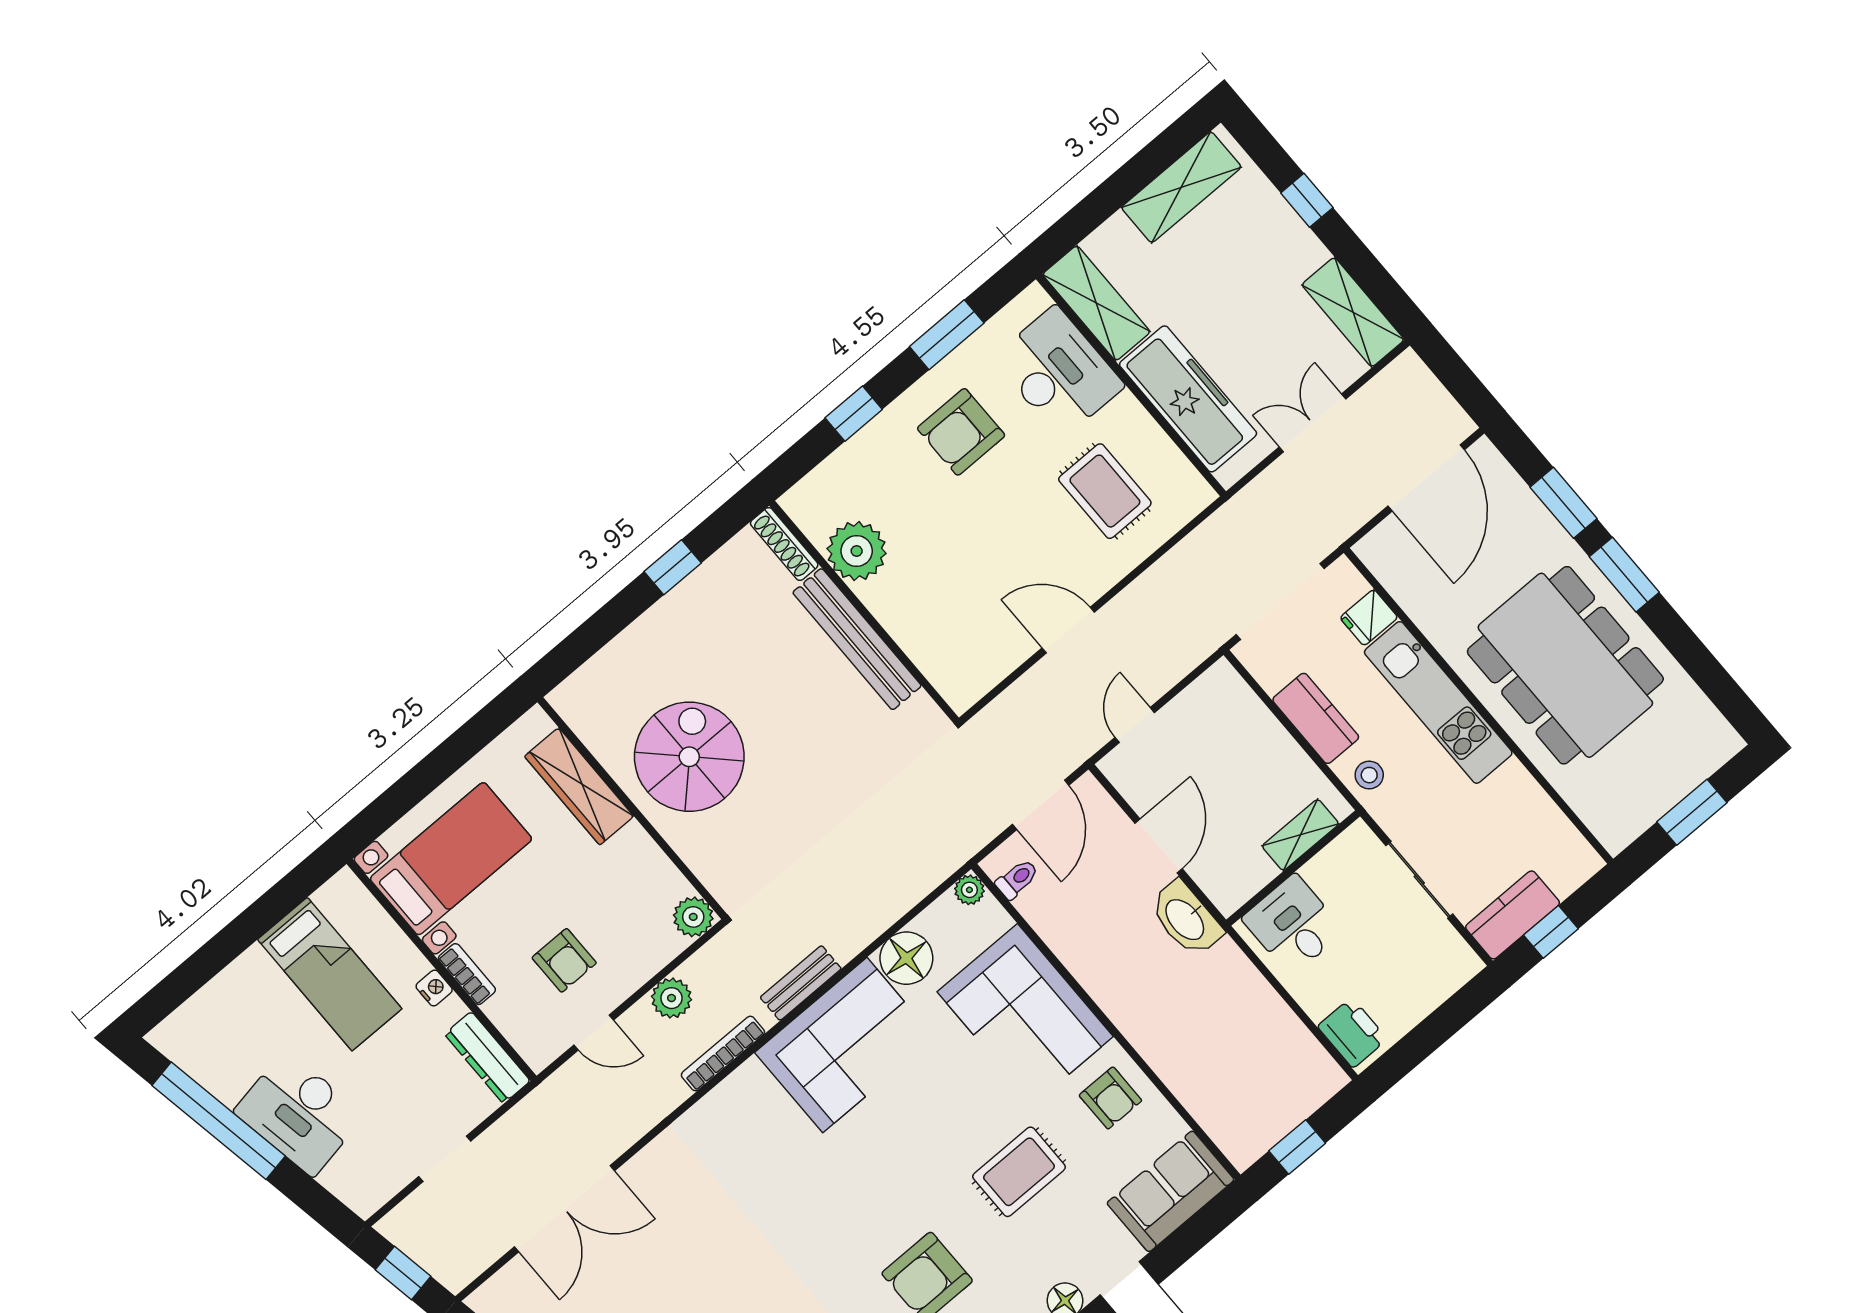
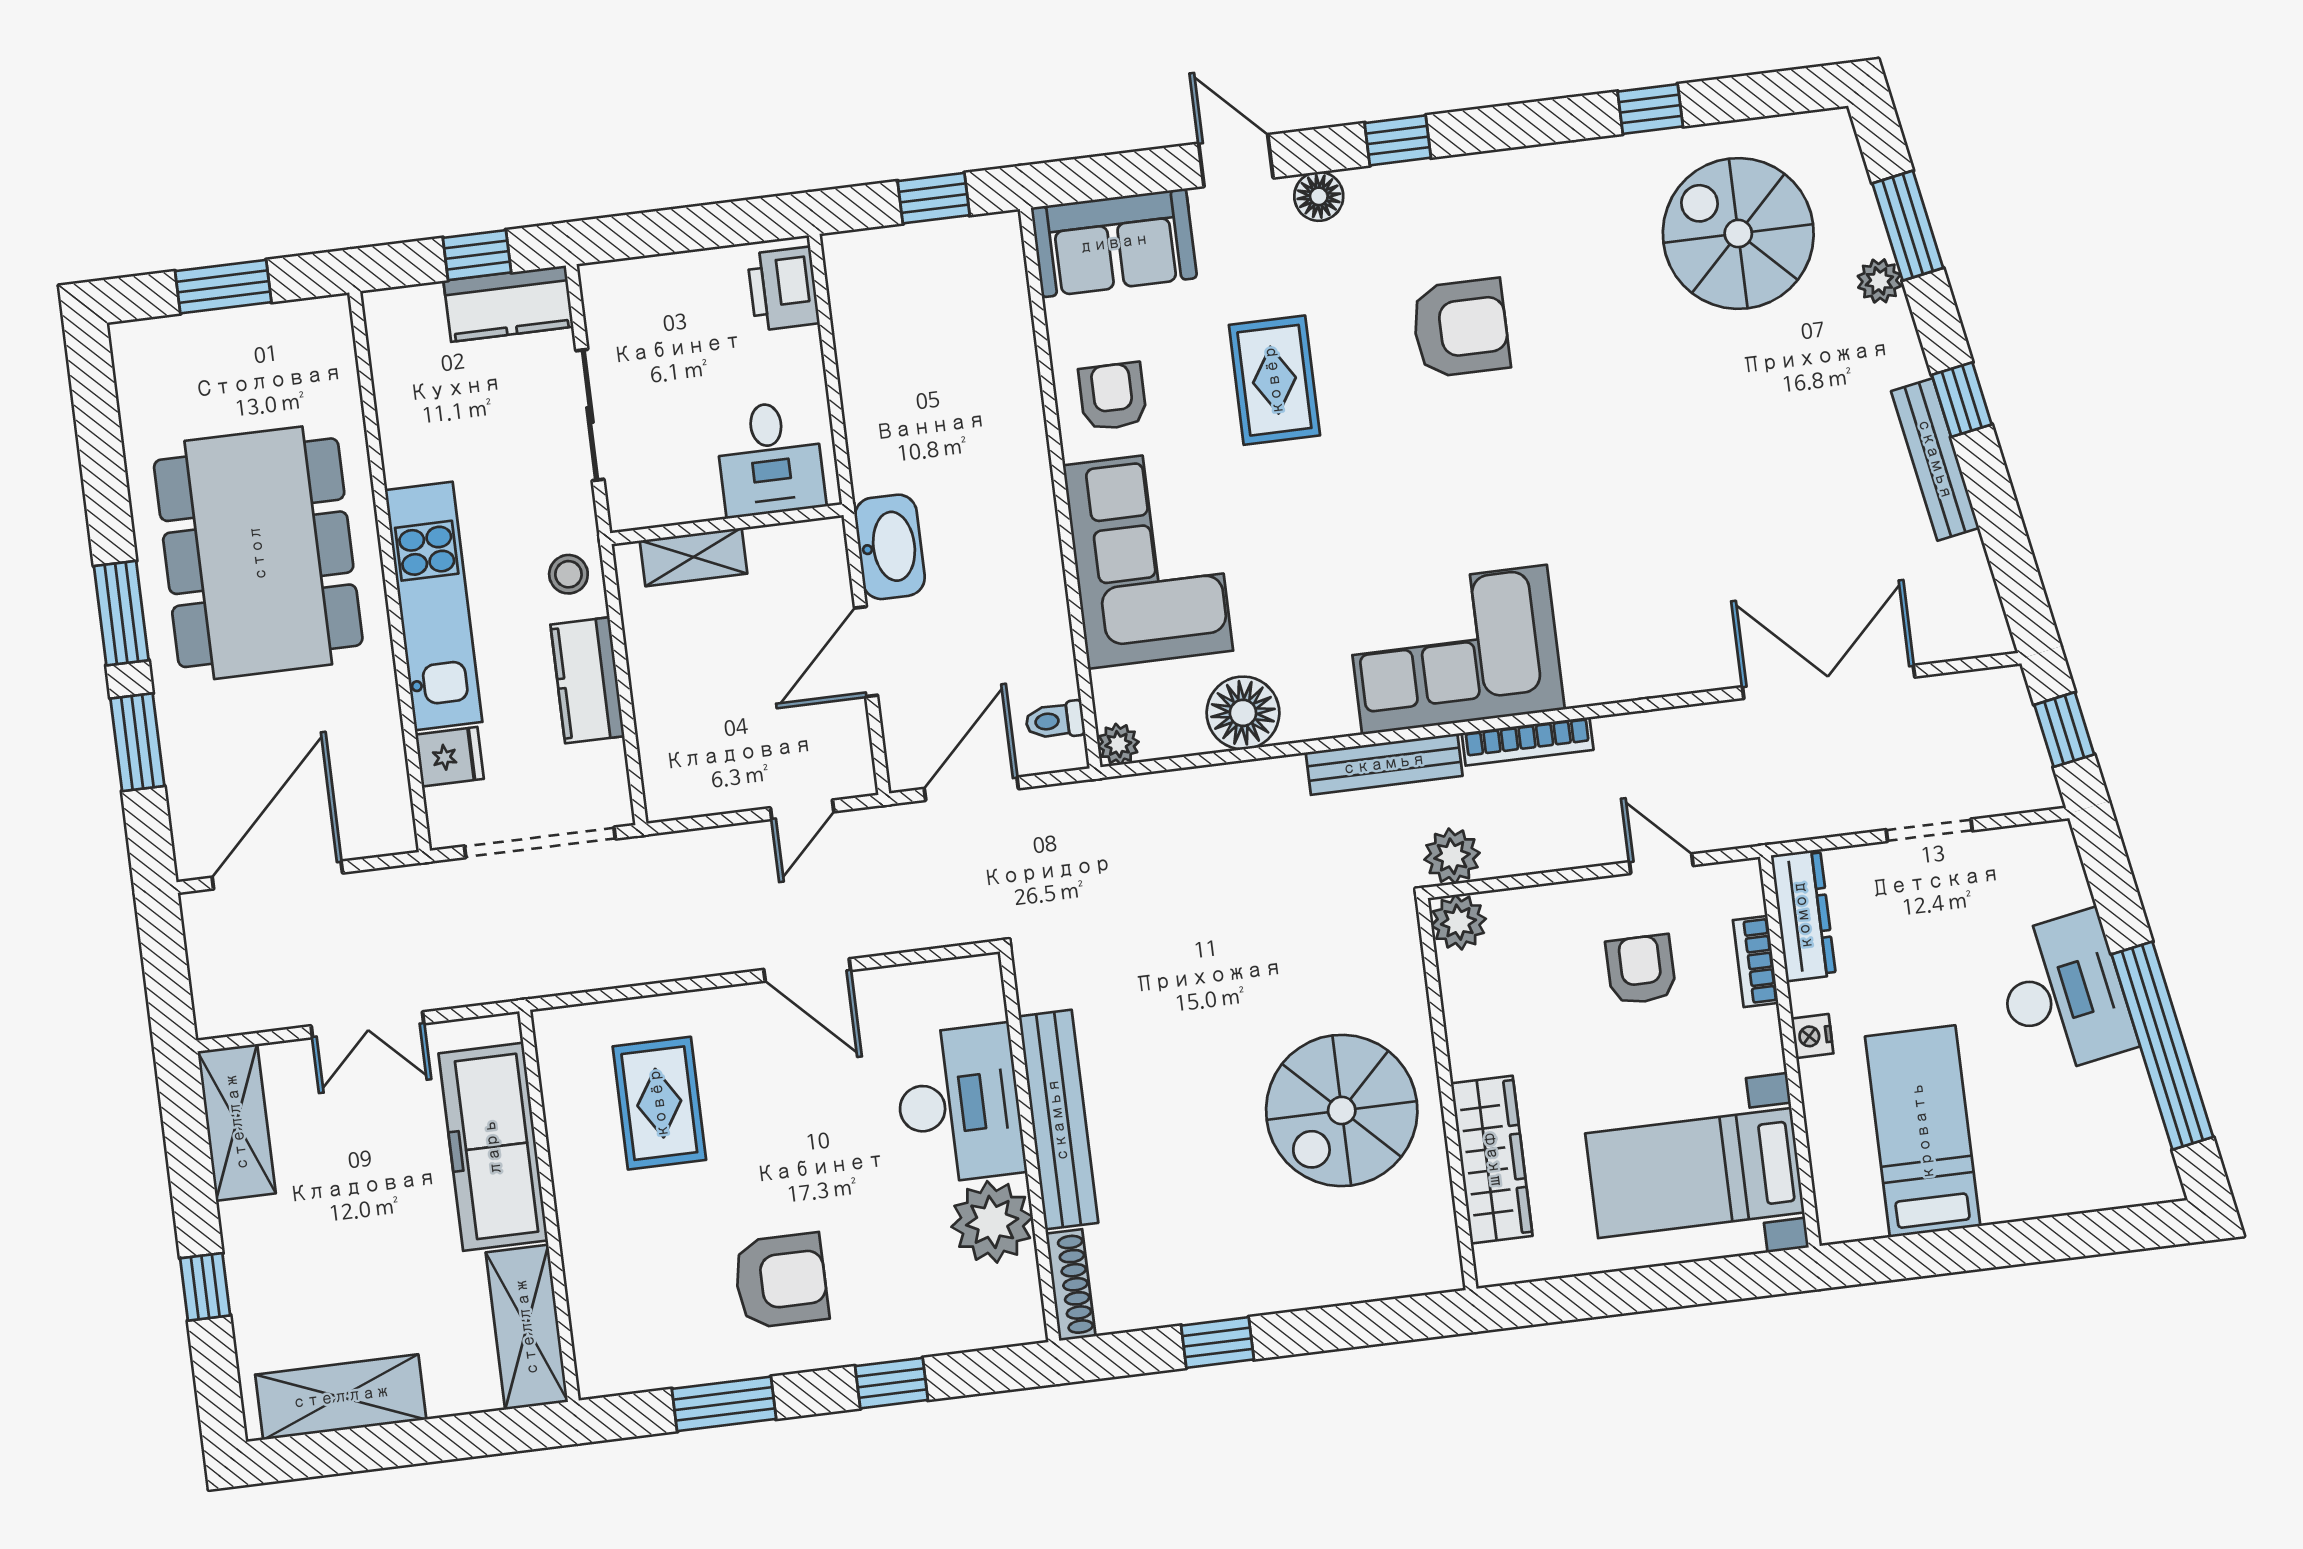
desk: (1058, 372) -> (959, 1104), moved, turned 180
bookcase: (467, 974) -> (1756, 961), moved
bench: (801, 983) -> (1384, 764), width x1.36
plant: (671, 998) -> (1452, 856), moved
corner sofa: (845, 1045) -> (1455, 650), moved
rug: (1019, 1172) -> (1274, 380), turned 90

